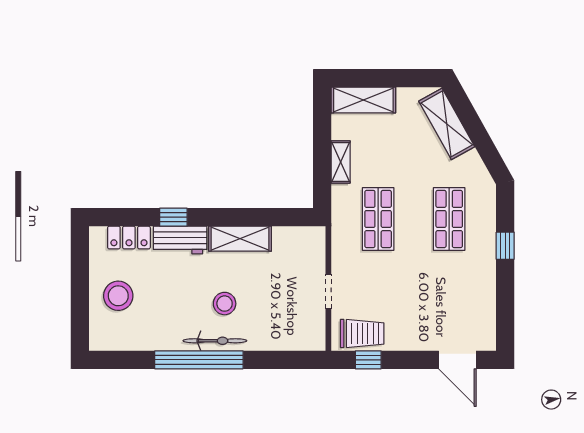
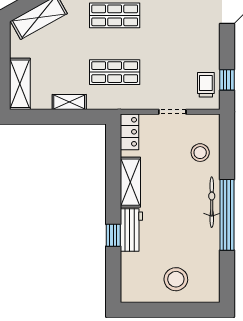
locker: (129, 238) -> (129, 132), moved
stool: (225, 304) -> (200, 153), moved
trolley: (362, 333) -> (206, 85), width x0.73, depth x0.72

